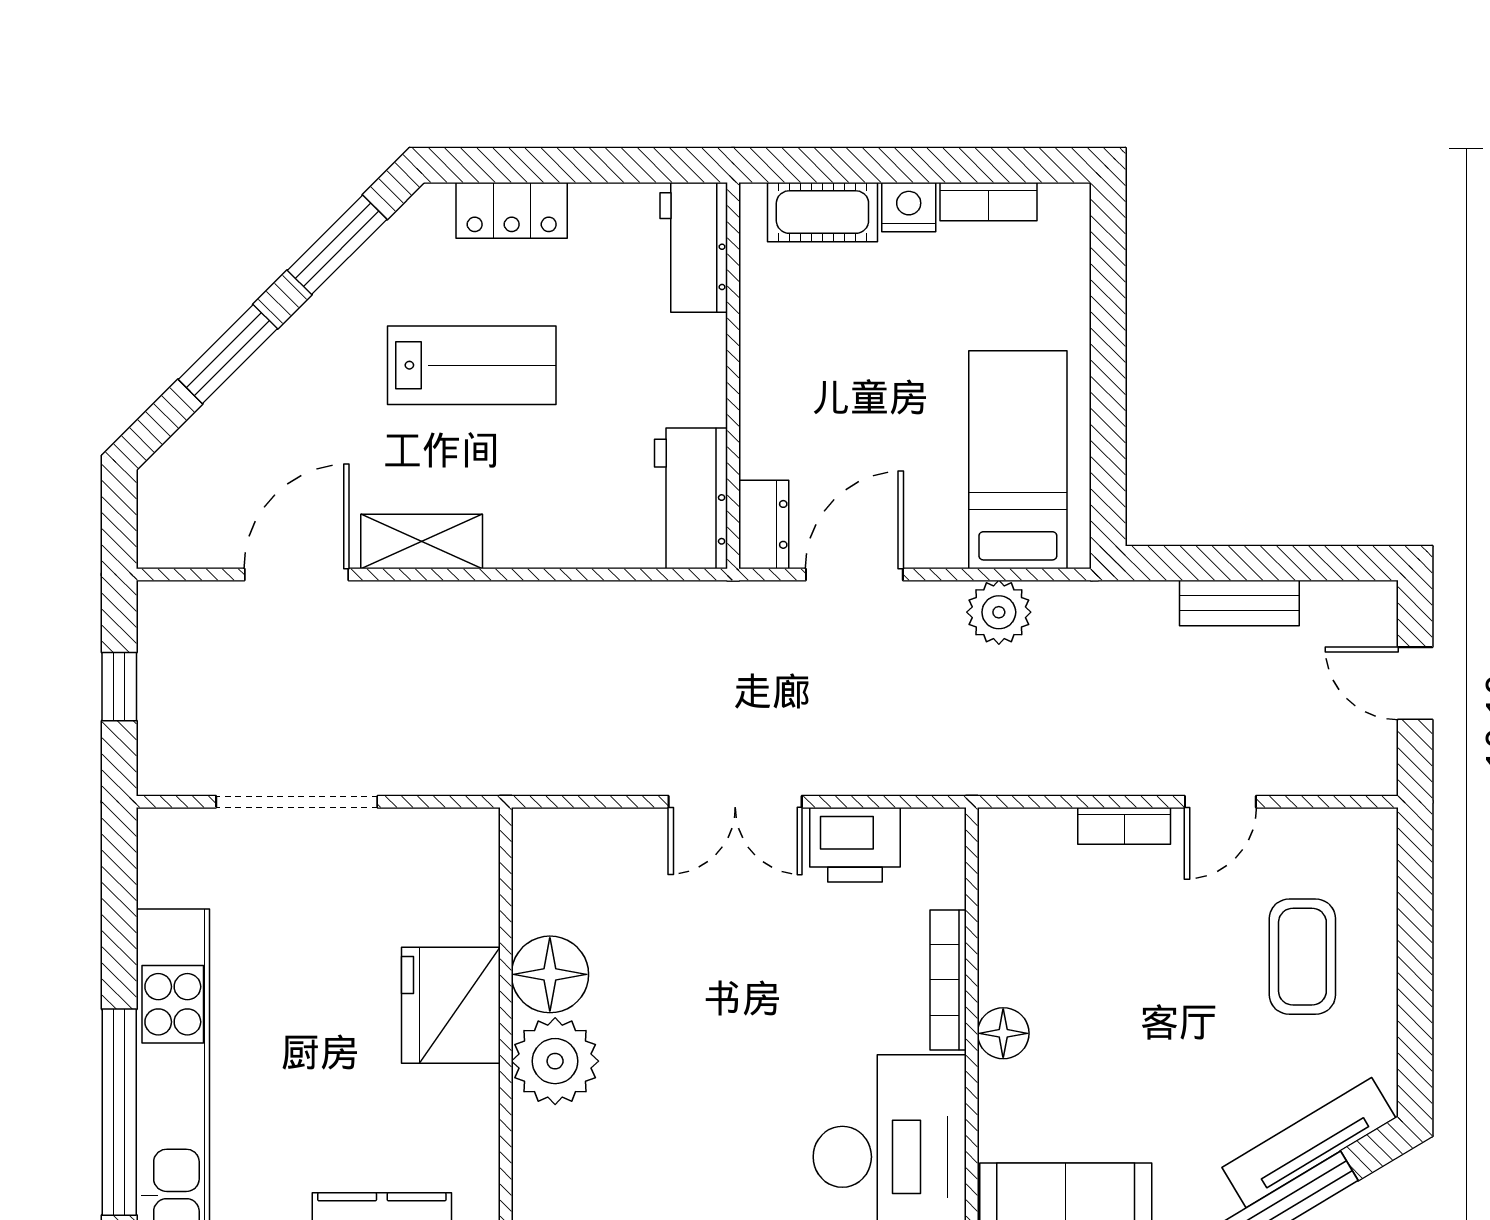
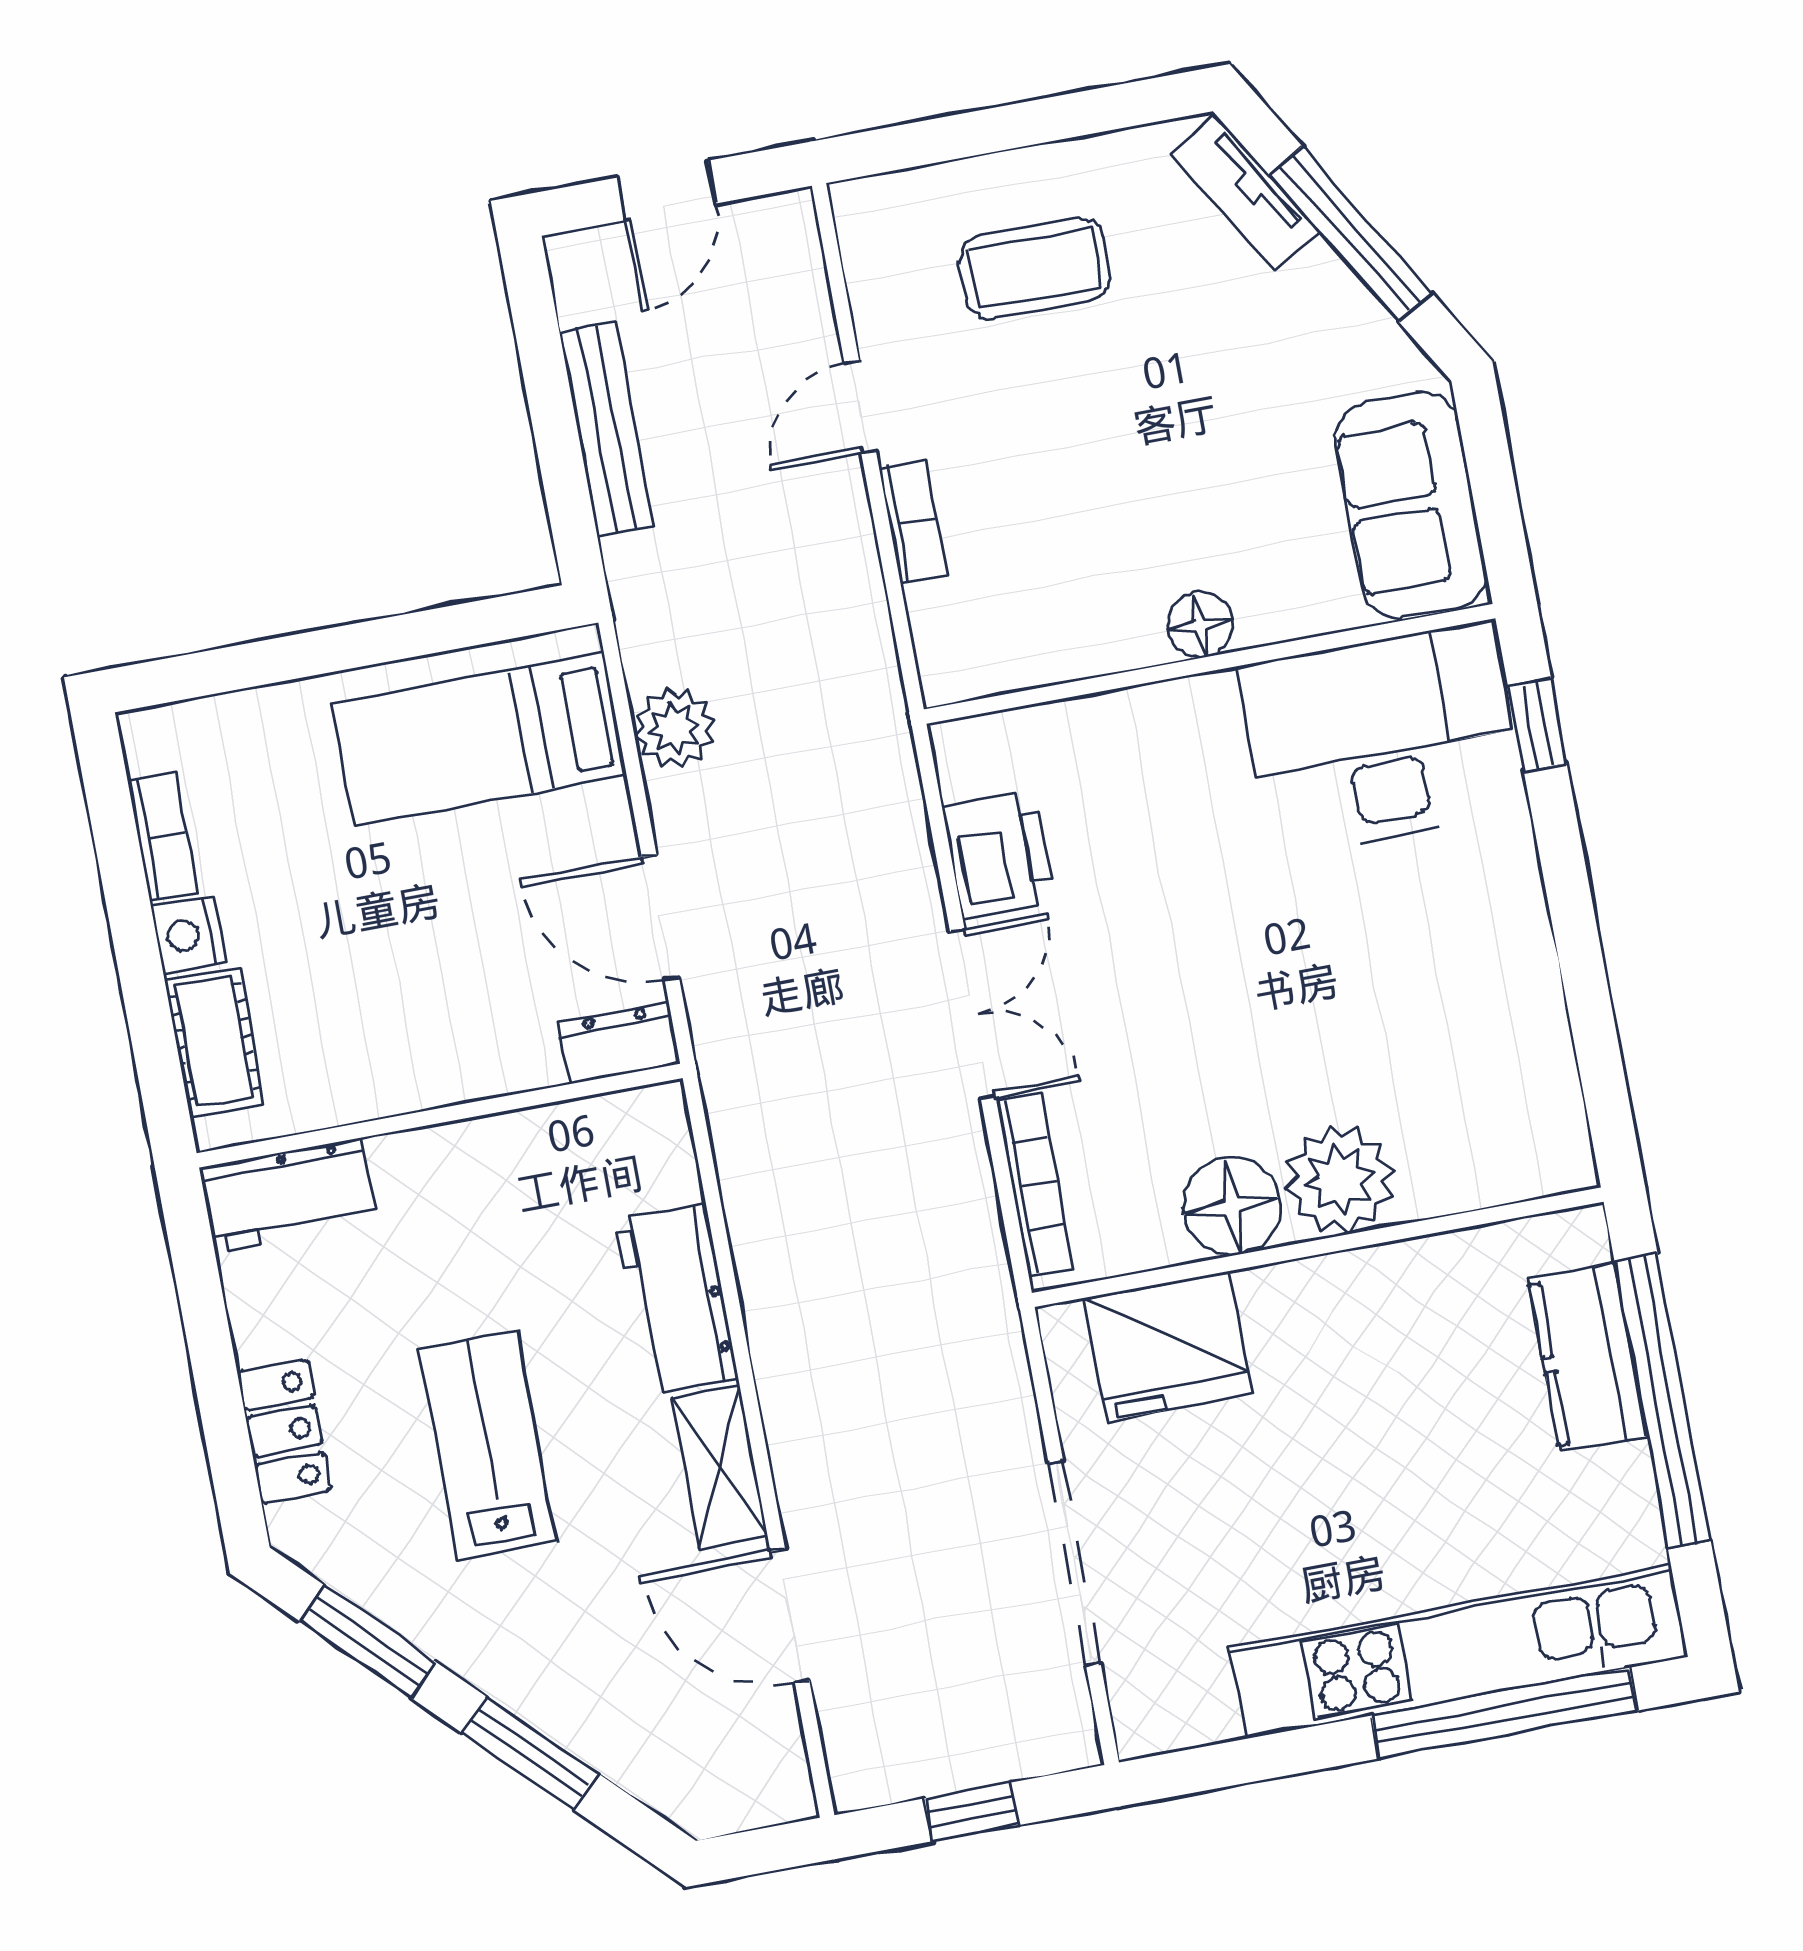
workbench: (691, 498) -> (677, 1299), moved, turned 90
bench: (1239, 603) -> (607, 429), width x1.36
door: (1220, 802) -> (860, 407), swing flipped
bookcase: (948, 980) -> (1035, 1184), moved, turned -90
fridge: (451, 1005) -> (1168, 1346), moved
tv unit: (1309, 1143) -> (1245, 193), width x0.71

